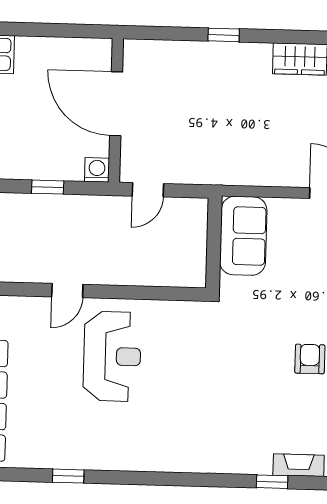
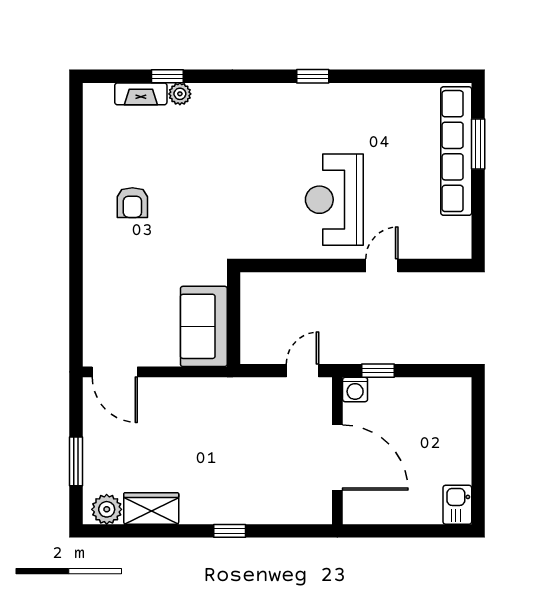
window: (48, 187) -> (378, 371), moved
plant: (260, 464) -> (180, 94), added
window: (68, 476) -> (313, 76), moved

